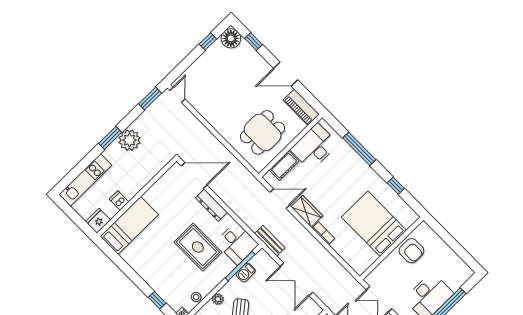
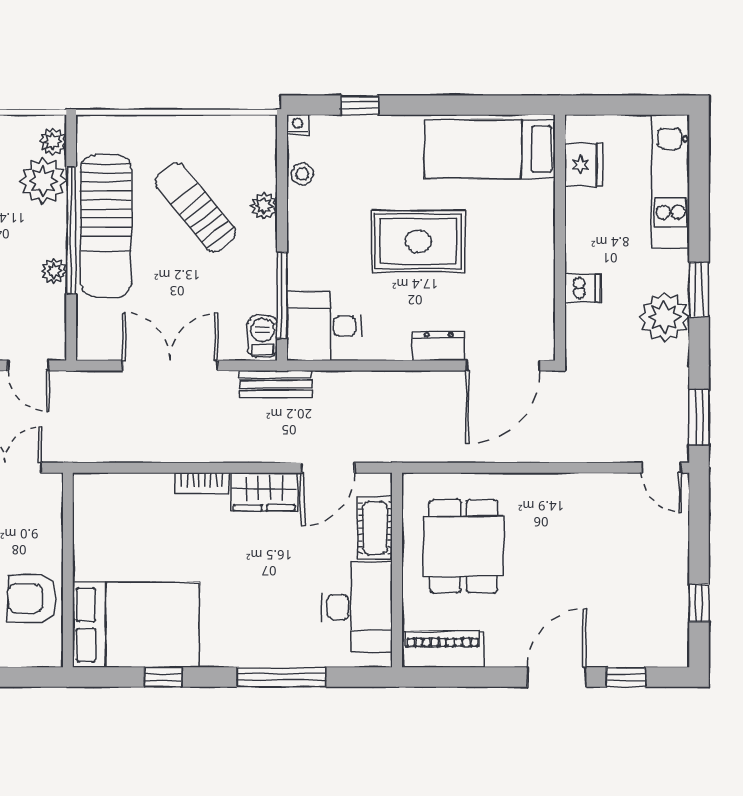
floor lamp: (231, 38) -> (667, 645), removed
door: (286, 74) -> (557, 677), moved
dishwasher: (119, 201) -> (583, 288), moved
dresser: (211, 205) -> (439, 346), width x0.70
fridge: (98, 221) -> (584, 165), moved
bed: (374, 224) -> (136, 625), moved
bed: (129, 225) -> (490, 149), moved, turned 90
rug: (198, 247) -> (418, 241), moved
barbecue: (246, 273) -> (262, 336), moved

